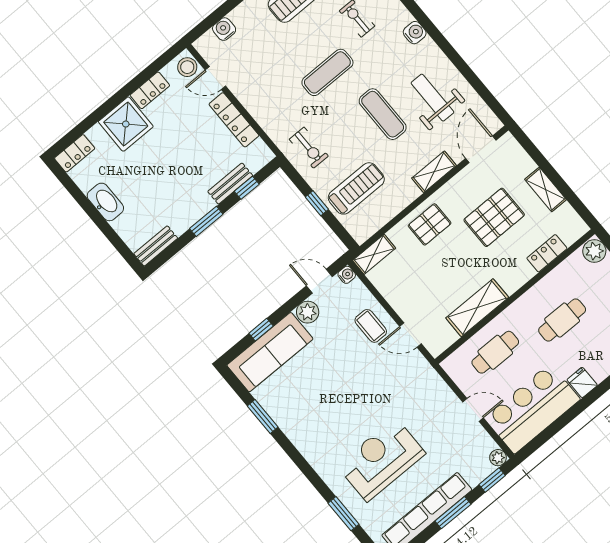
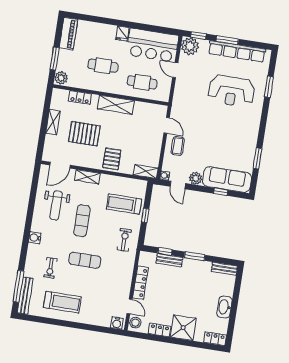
water cooler: (224, 29) -> (117, 323), moved
pallet: (430, 224) -> (112, 159), turned 90
shelving: (477, 308) -> (116, 105), moved
plant: (498, 458) -> (190, 46), width x1.88, depth x1.88

